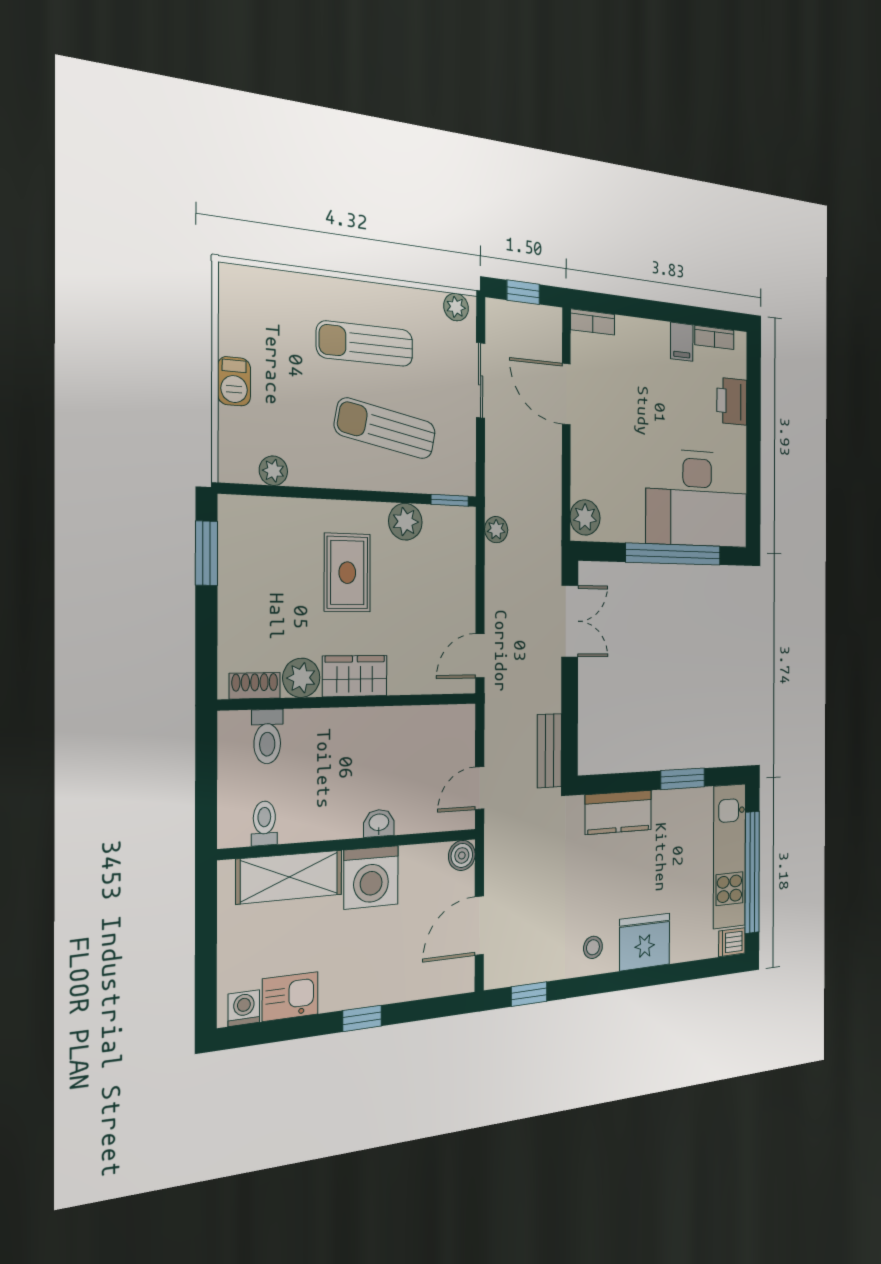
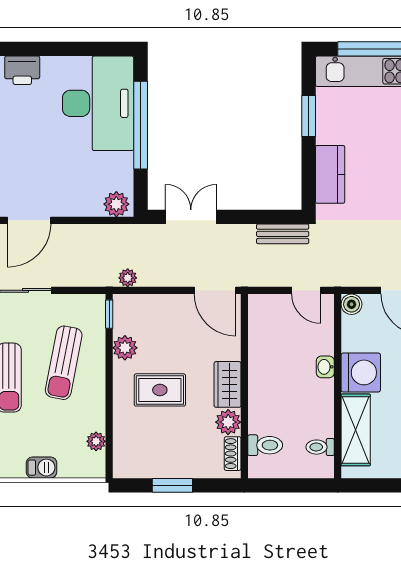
window: (206, 553) -> (172, 485), moved
door: (480, 656) -> (215, 290), width x1.38

